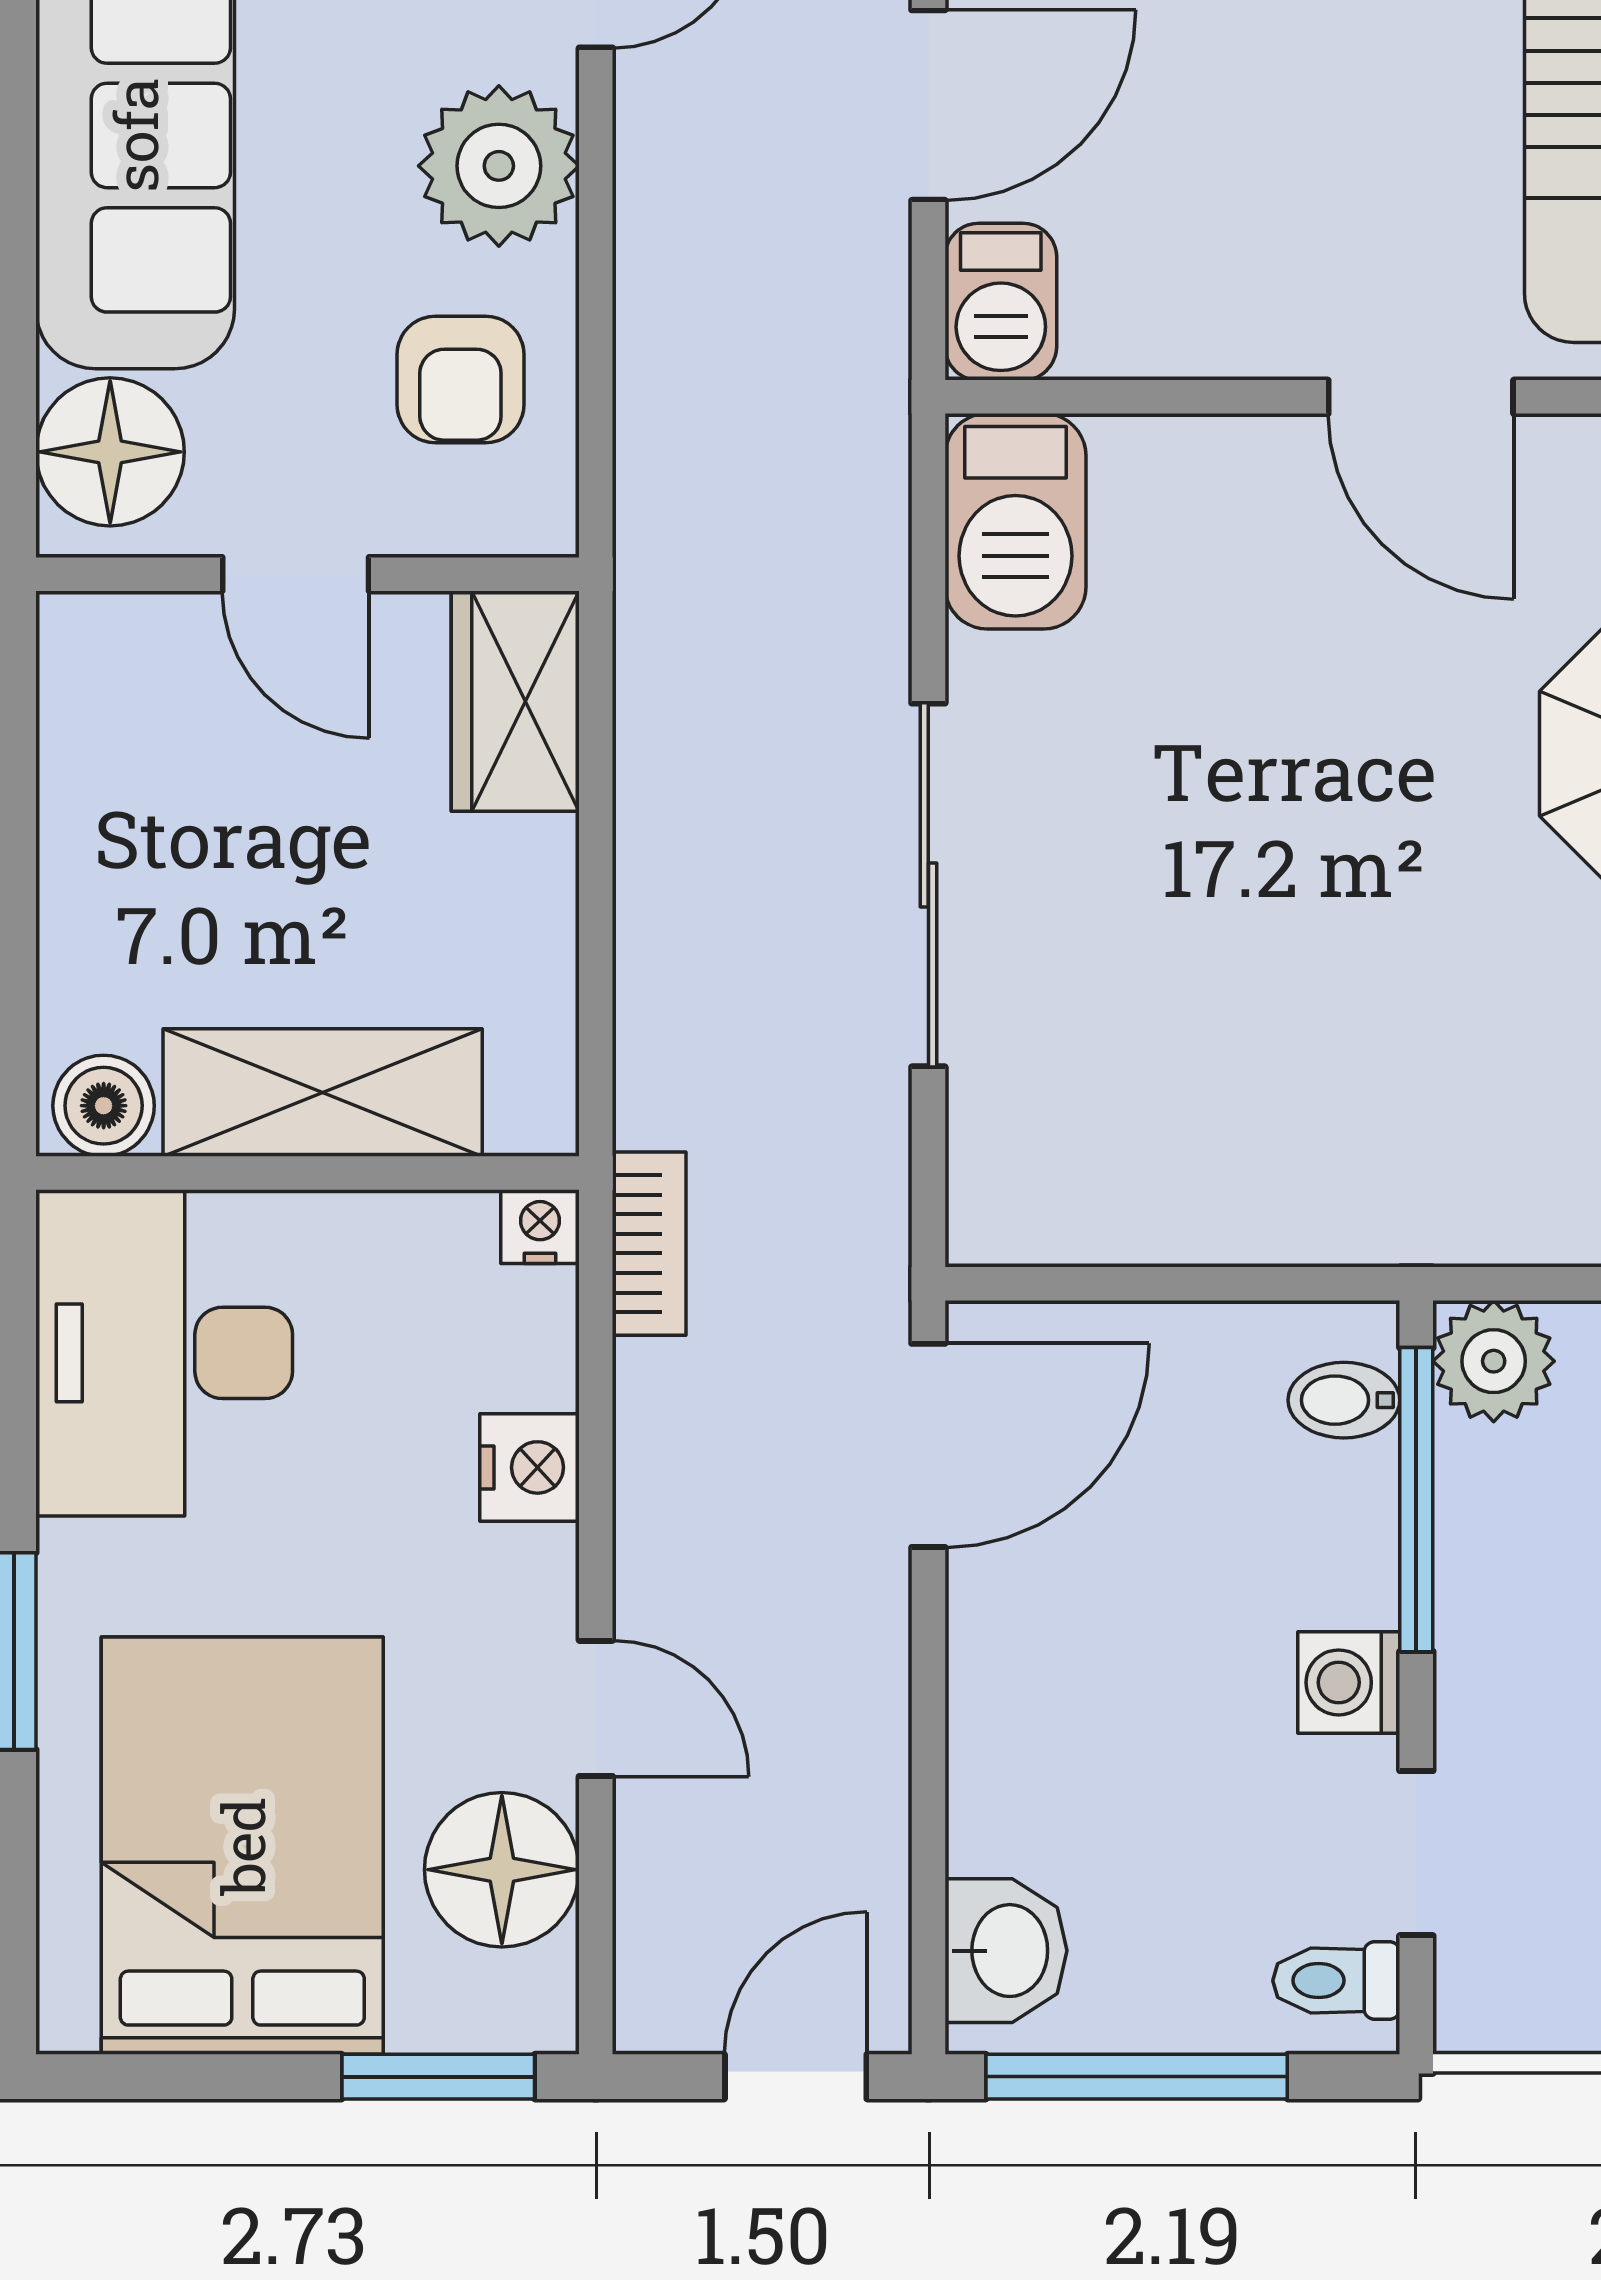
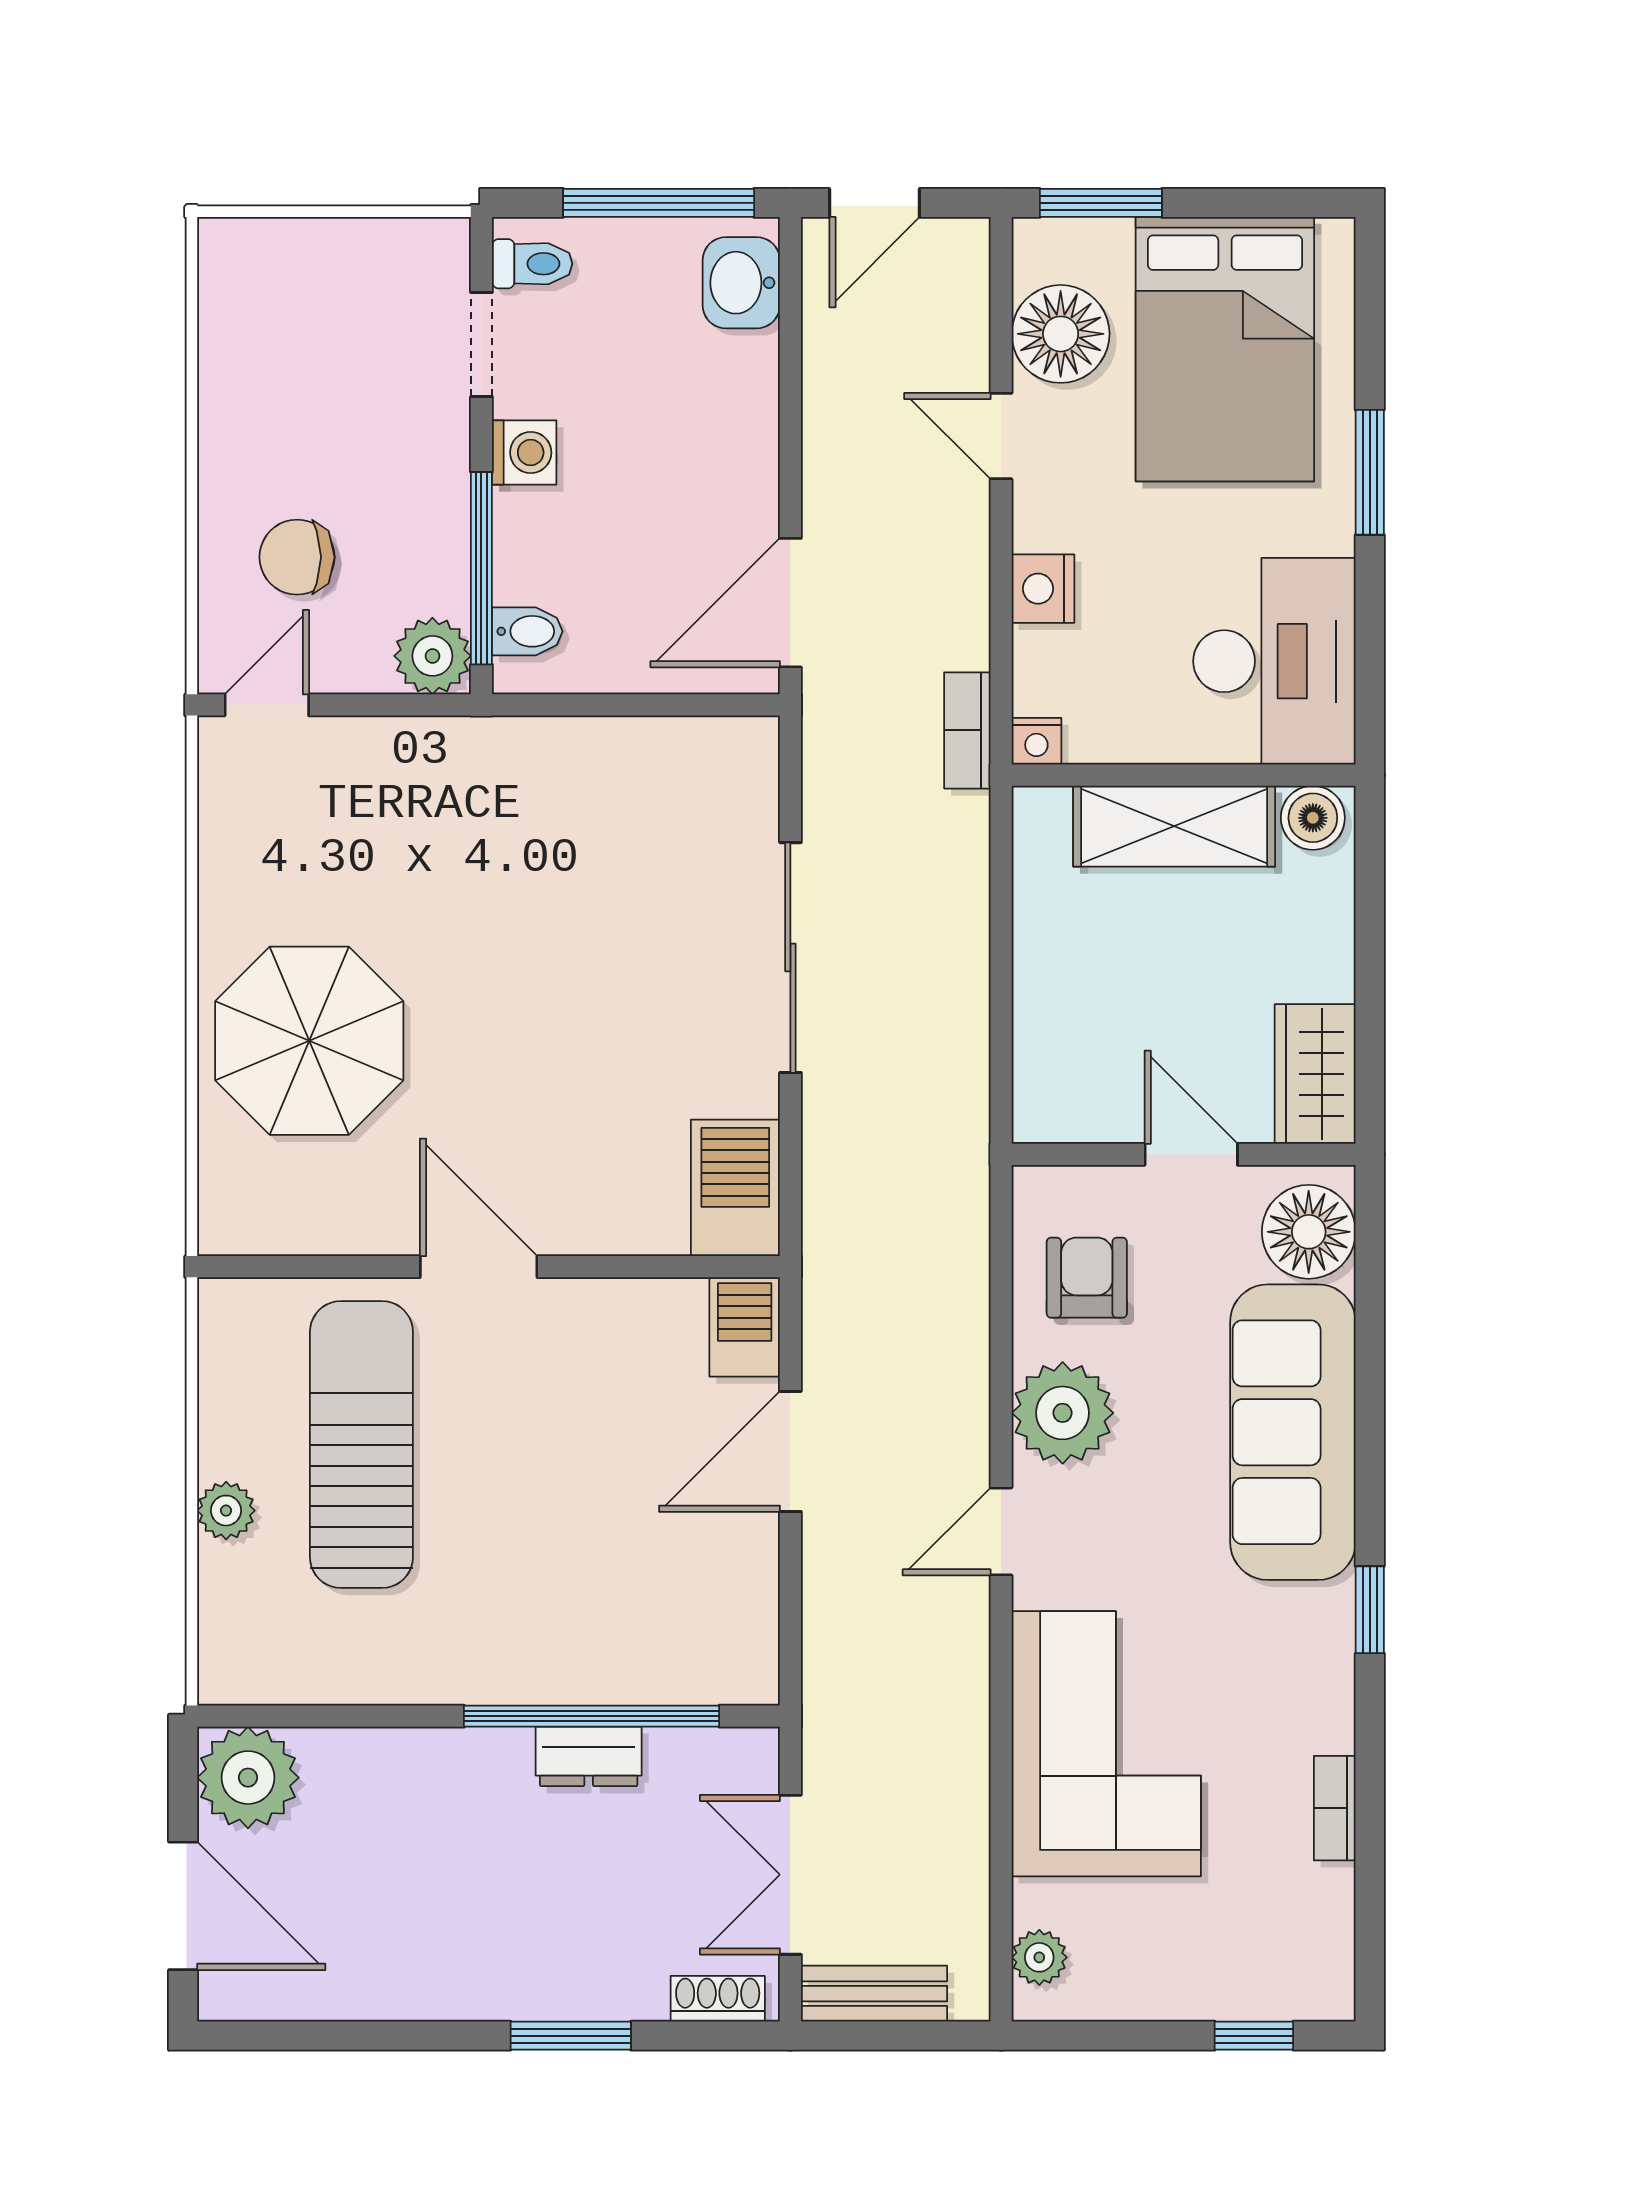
wardrobe: (515, 701) -> (1315, 1074), moved, turned 180

